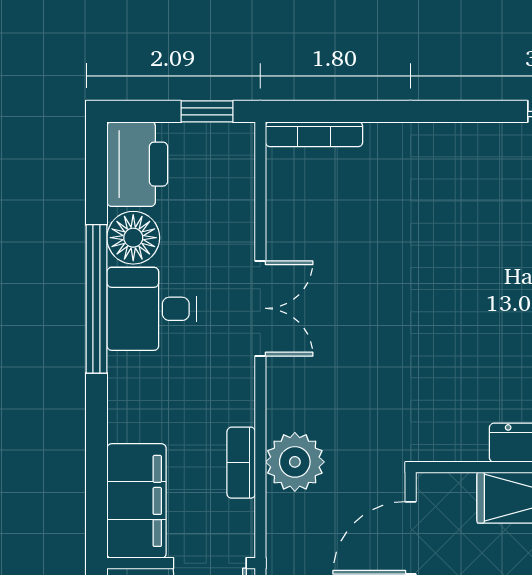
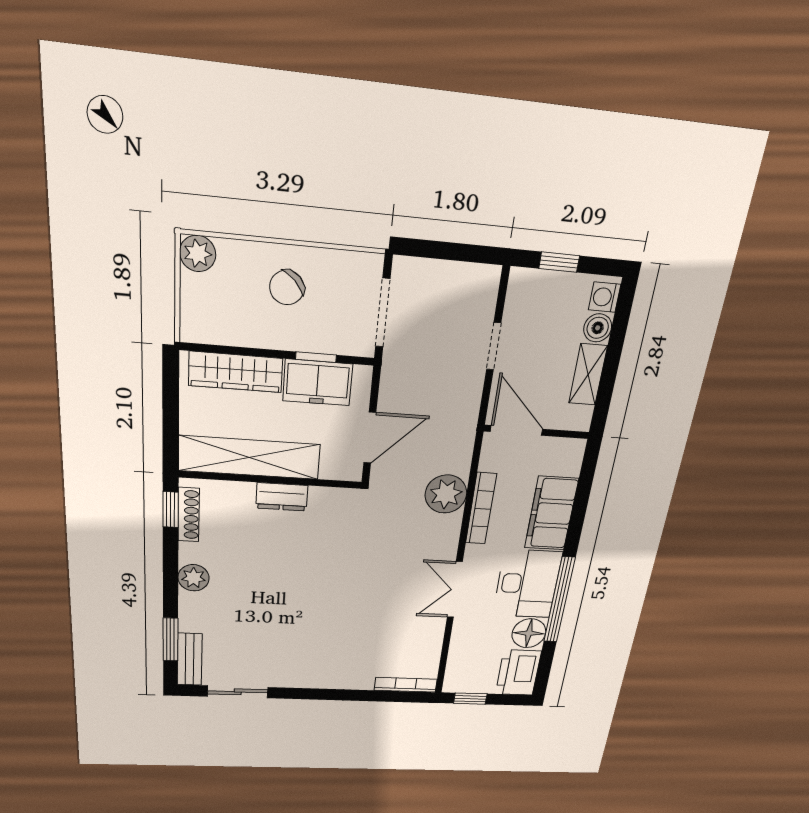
desk: (152, 309) -> (527, 584), width x1.37
bookcase: (241, 463) -> (481, 509), width x1.56
filing cabinet: (137, 501) -> (551, 513), moved

